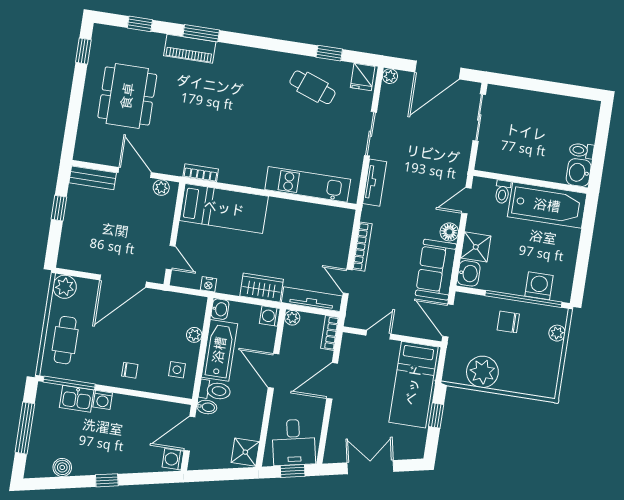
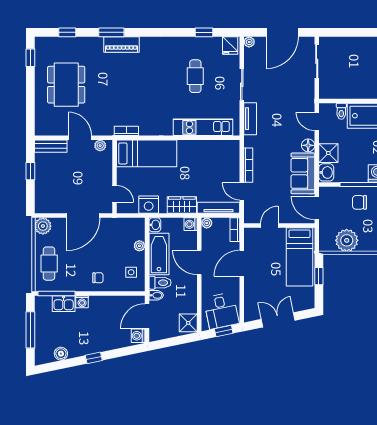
piano: (190, 49) -> (122, 45), moved
cafe table: (312, 87) -> (195, 76), moved, turned 70
door: (466, 201) -> (317, 121), hinge flipped
nightstand: (209, 284) -> (149, 205), width x1.89, depth x1.79

